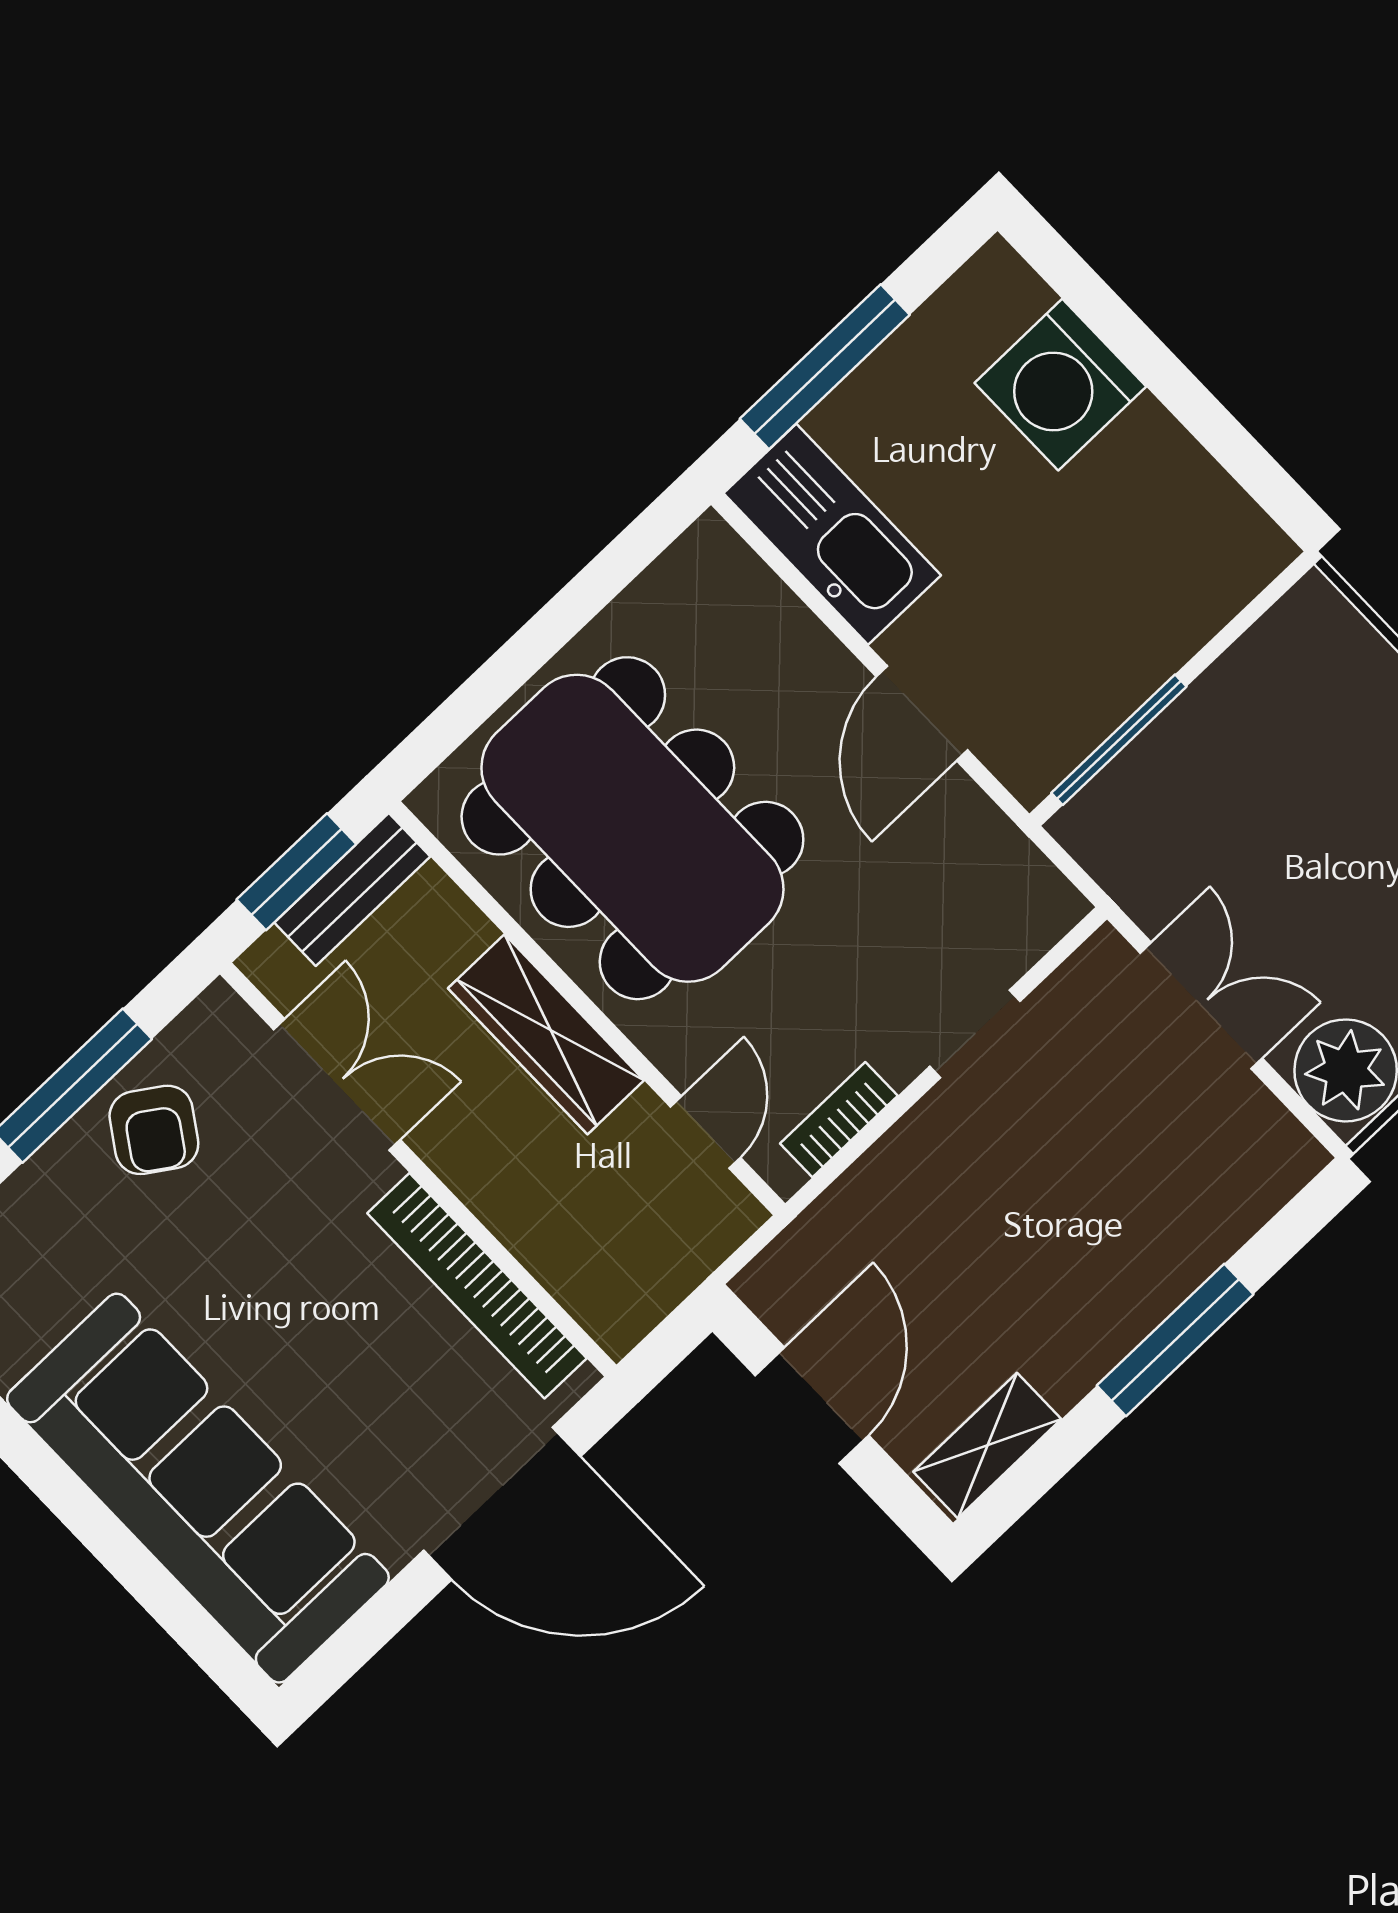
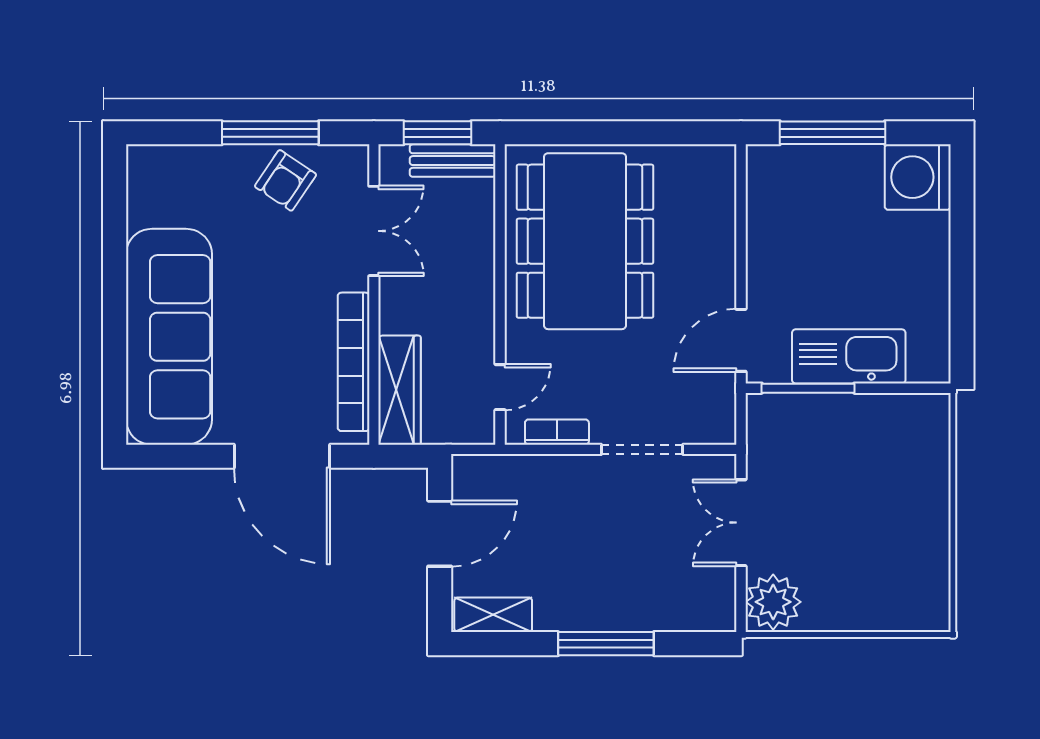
washing machine: (1060, 385) -> (918, 177), moved
kitchen sink: (832, 534) -> (849, 356), moved, turned -90
door: (922, 713) -> (741, 340), moved
double door: (1201, 1006) -> (741, 523), swing flipped
wardrobe: (546, 1034) -> (400, 390), moved, turned 180
doorway: (975, 1034) -> (642, 449), width x1.38

